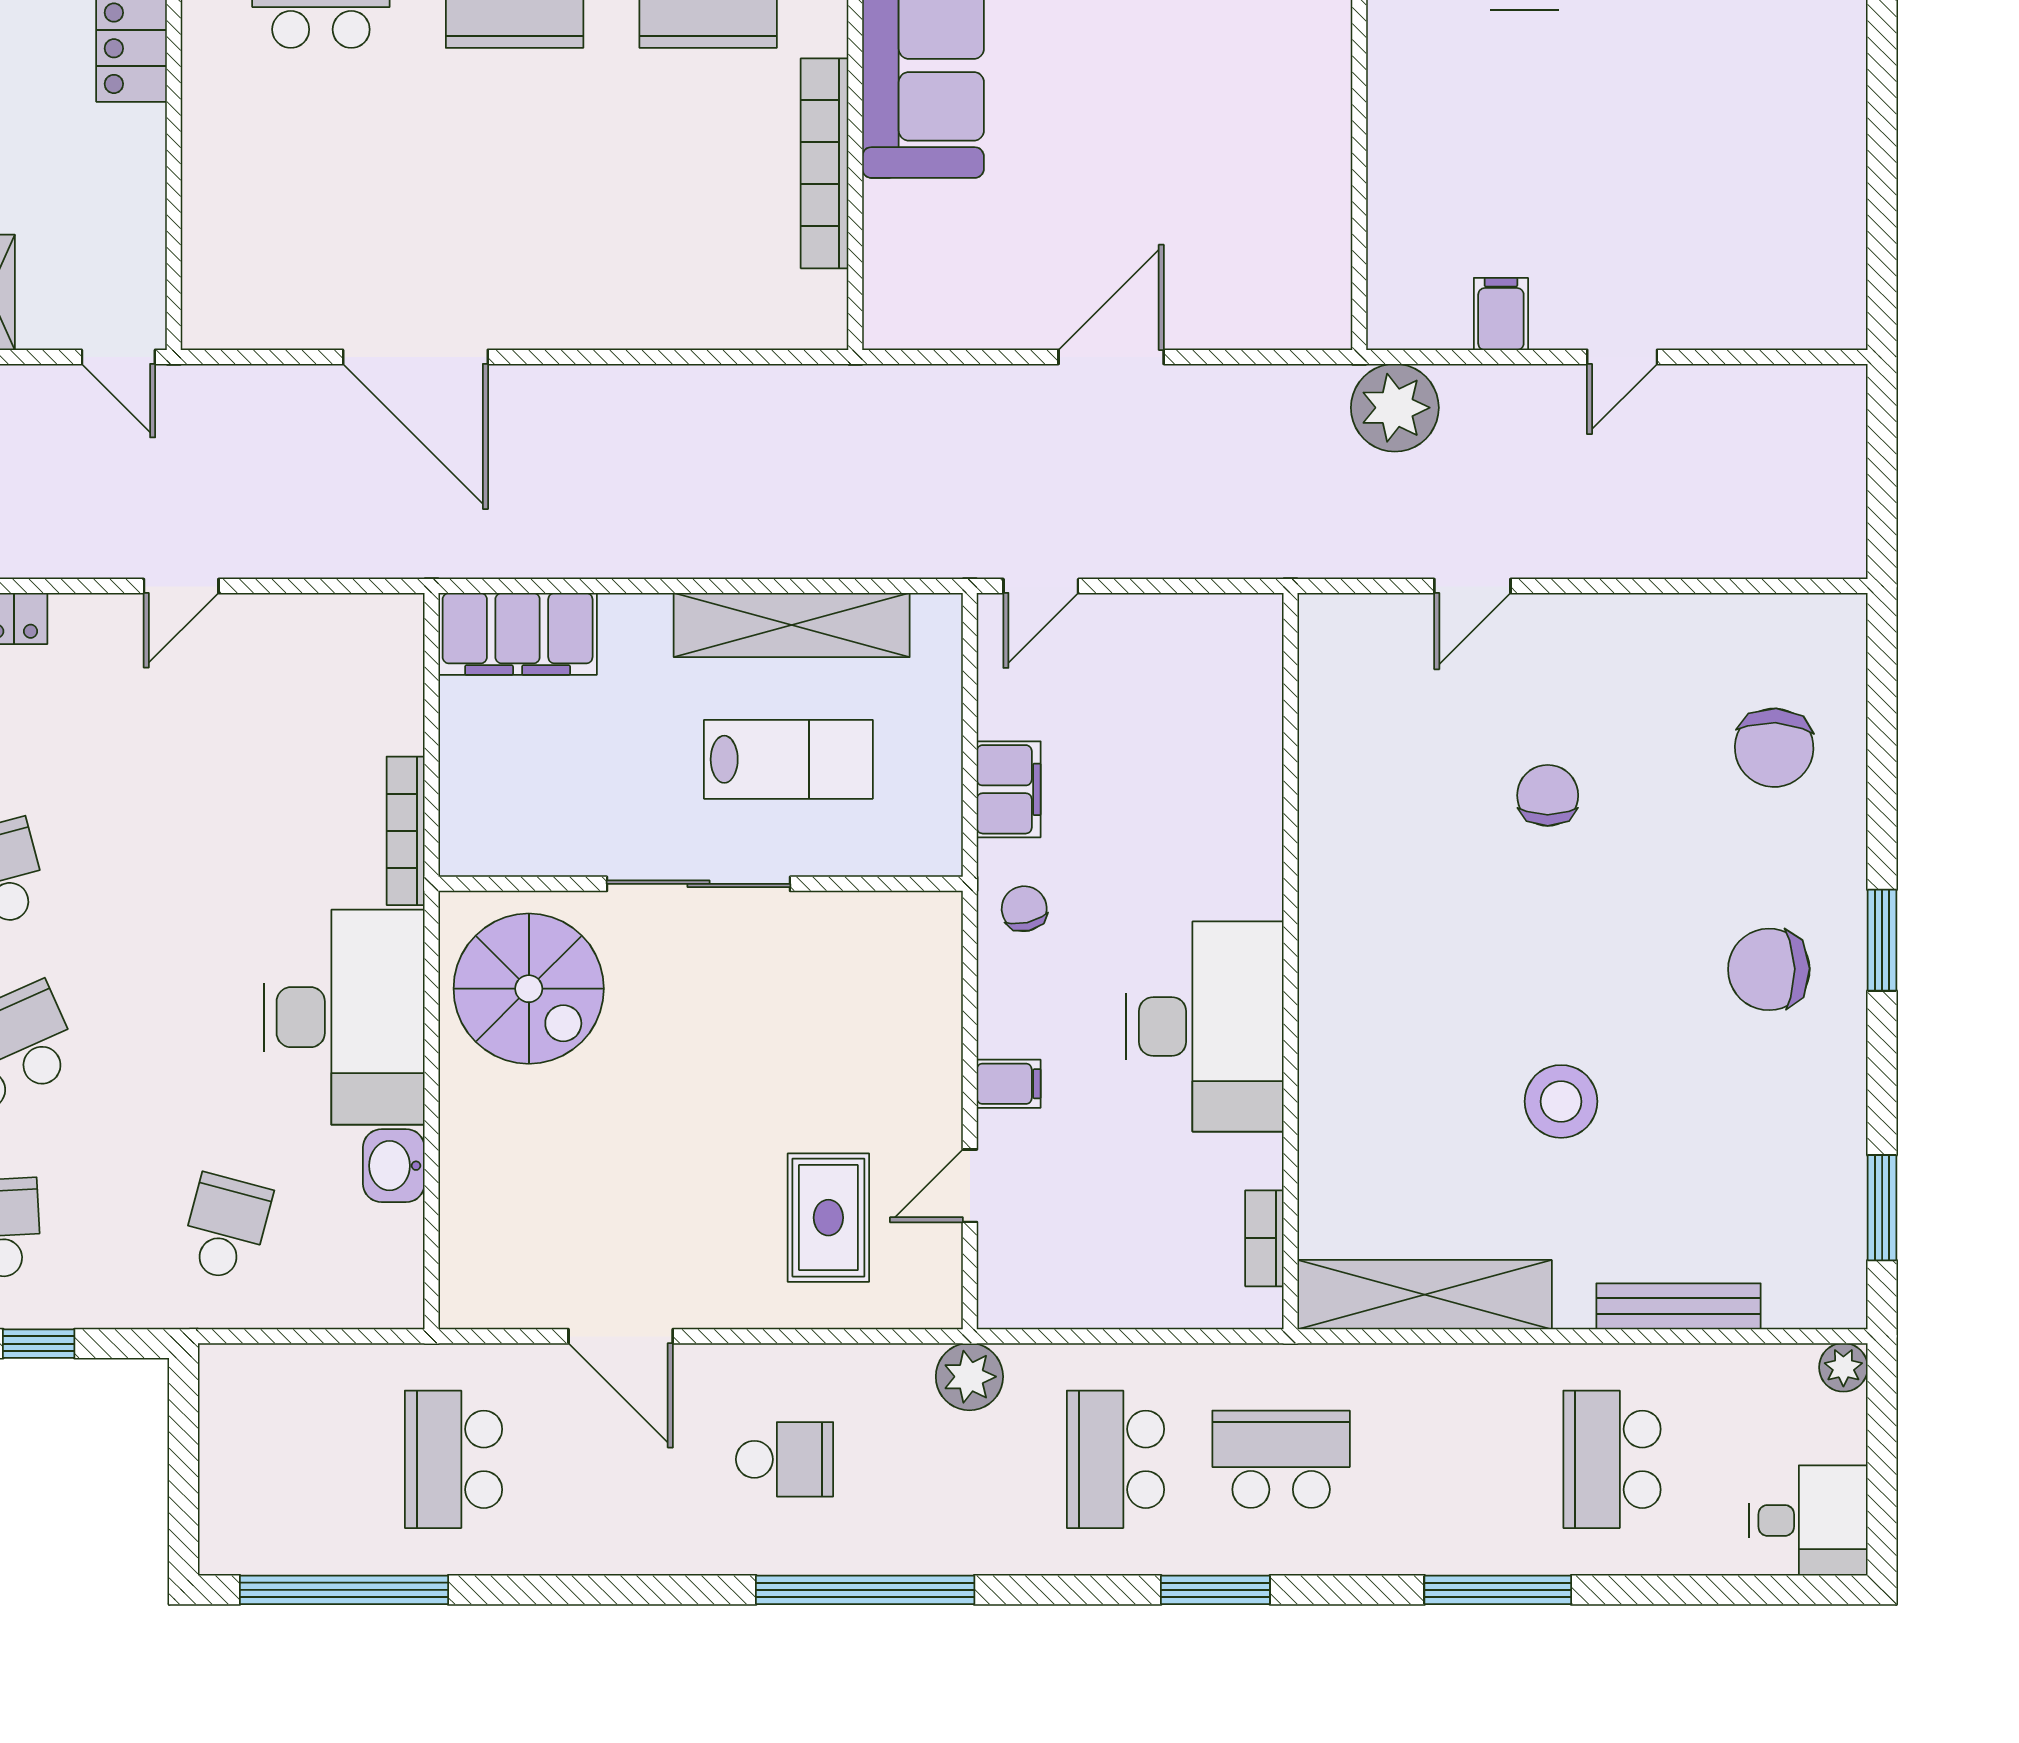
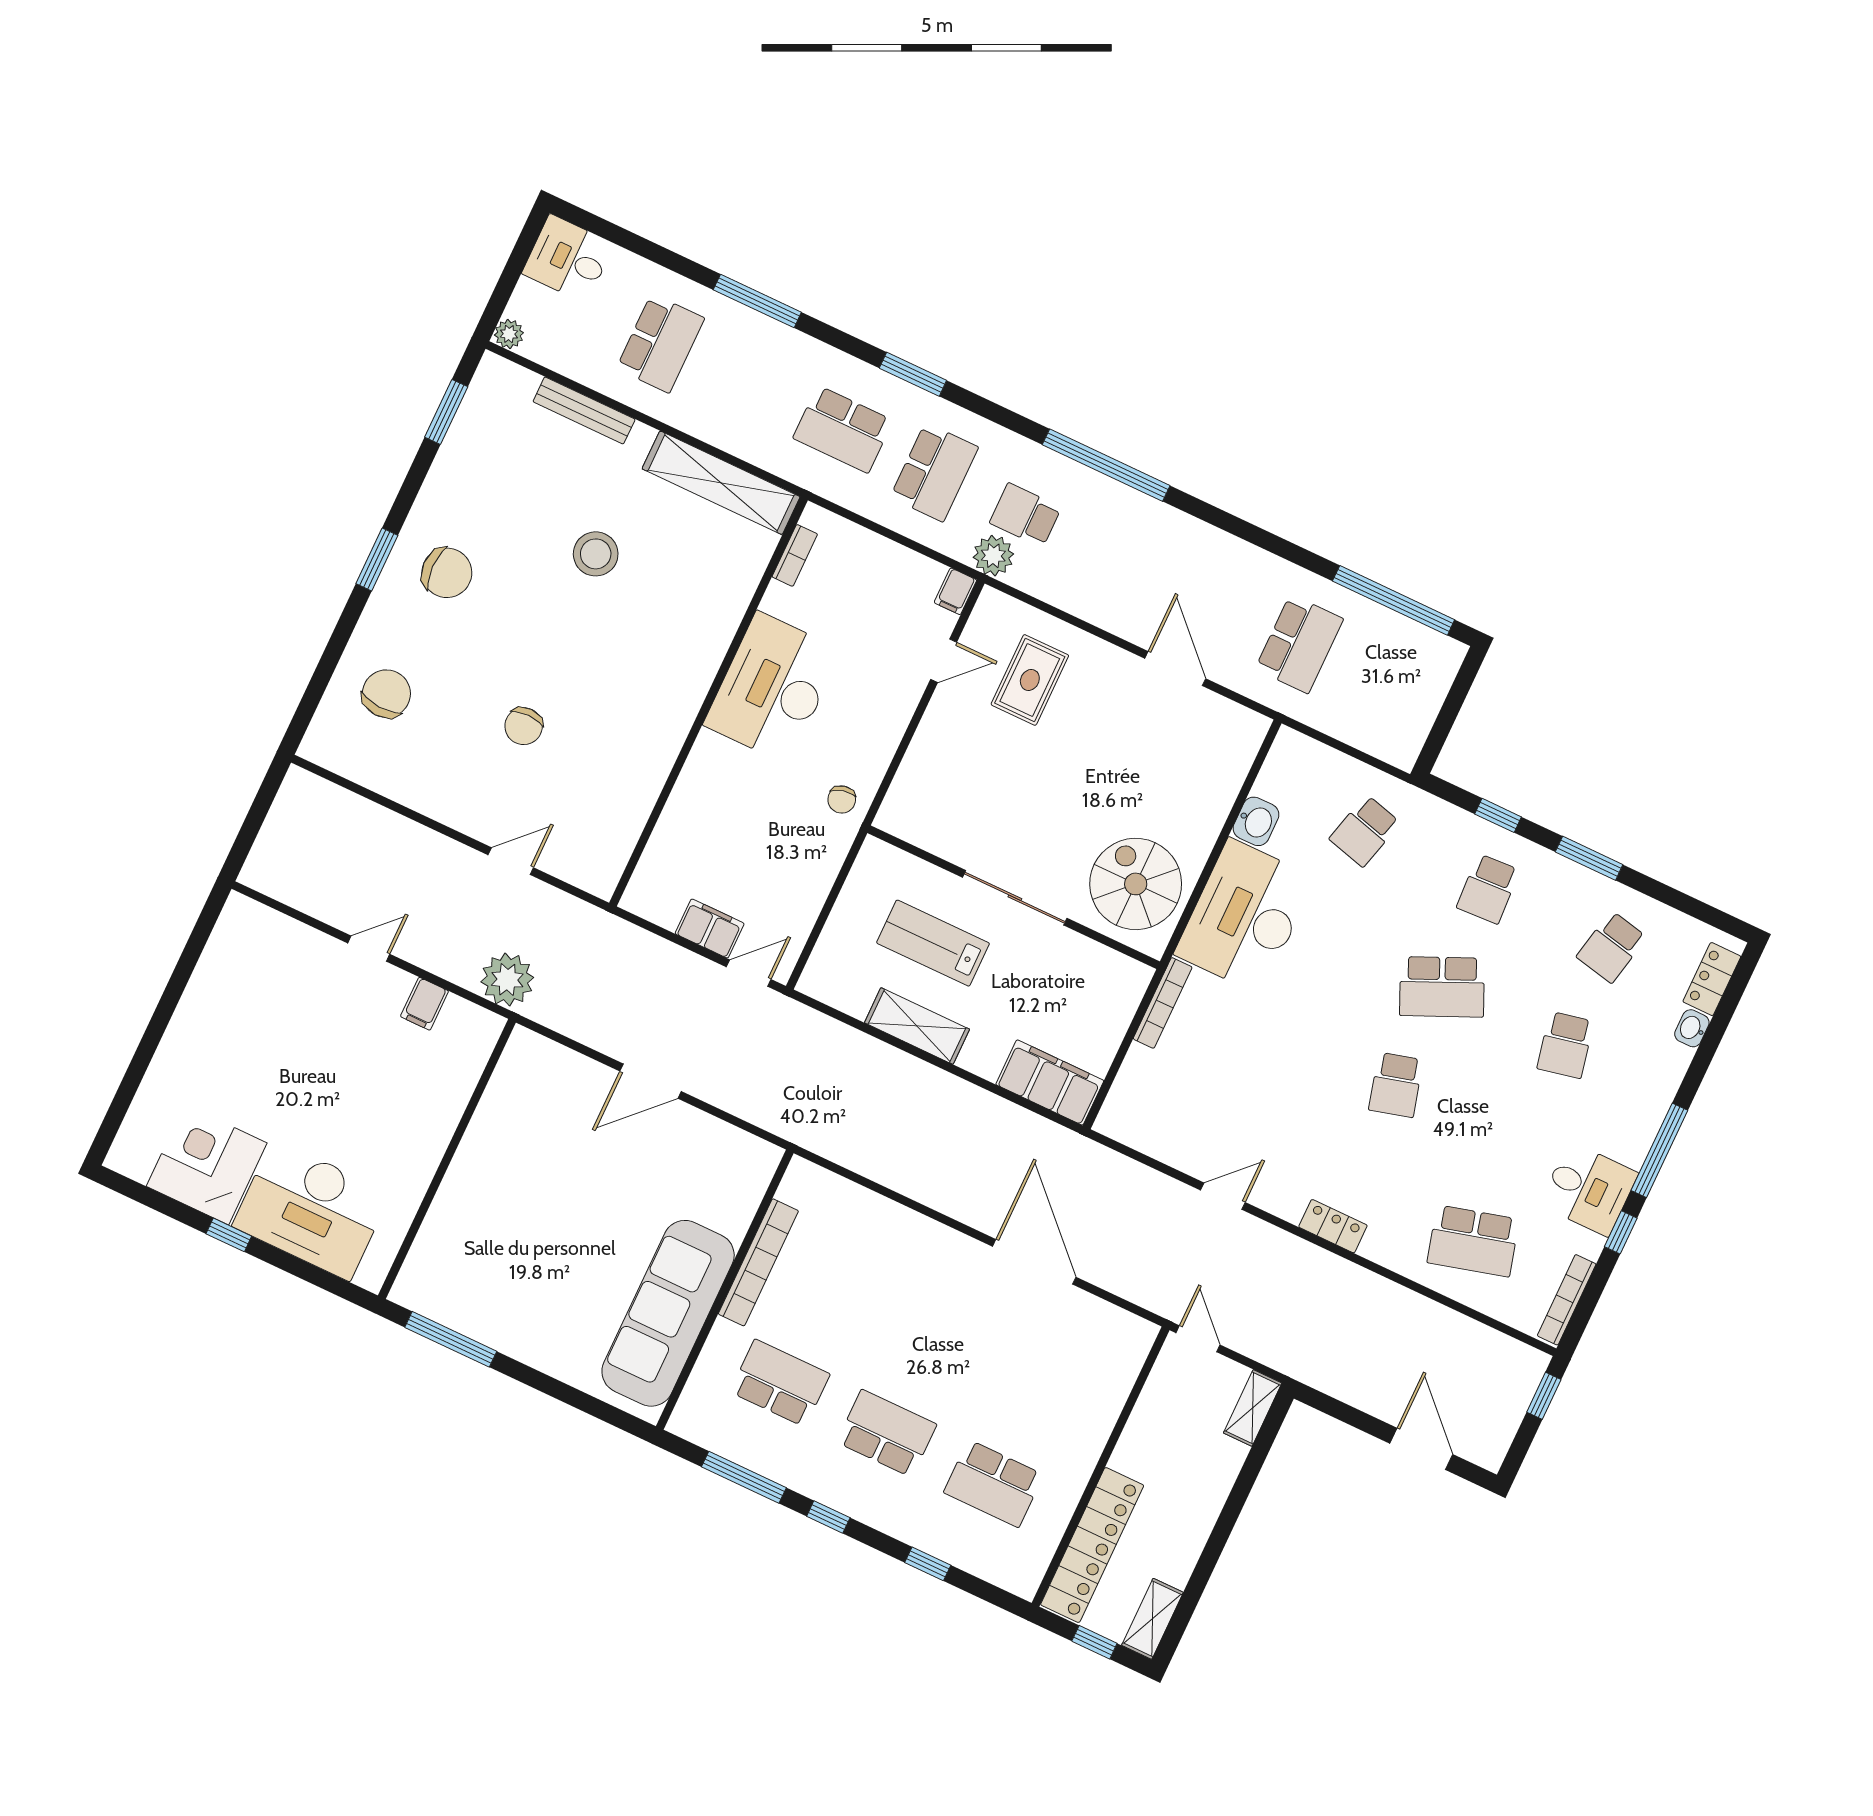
shelving: (792, 625) -> (917, 1026), width x0.68
filing cabinet: (1009, 789) -> (710, 929), moved, turned 90
filing cabinet: (1009, 1084) -> (955, 591), moved, turned -90
school desk: (785, 1459) -> (1025, 515), moved

